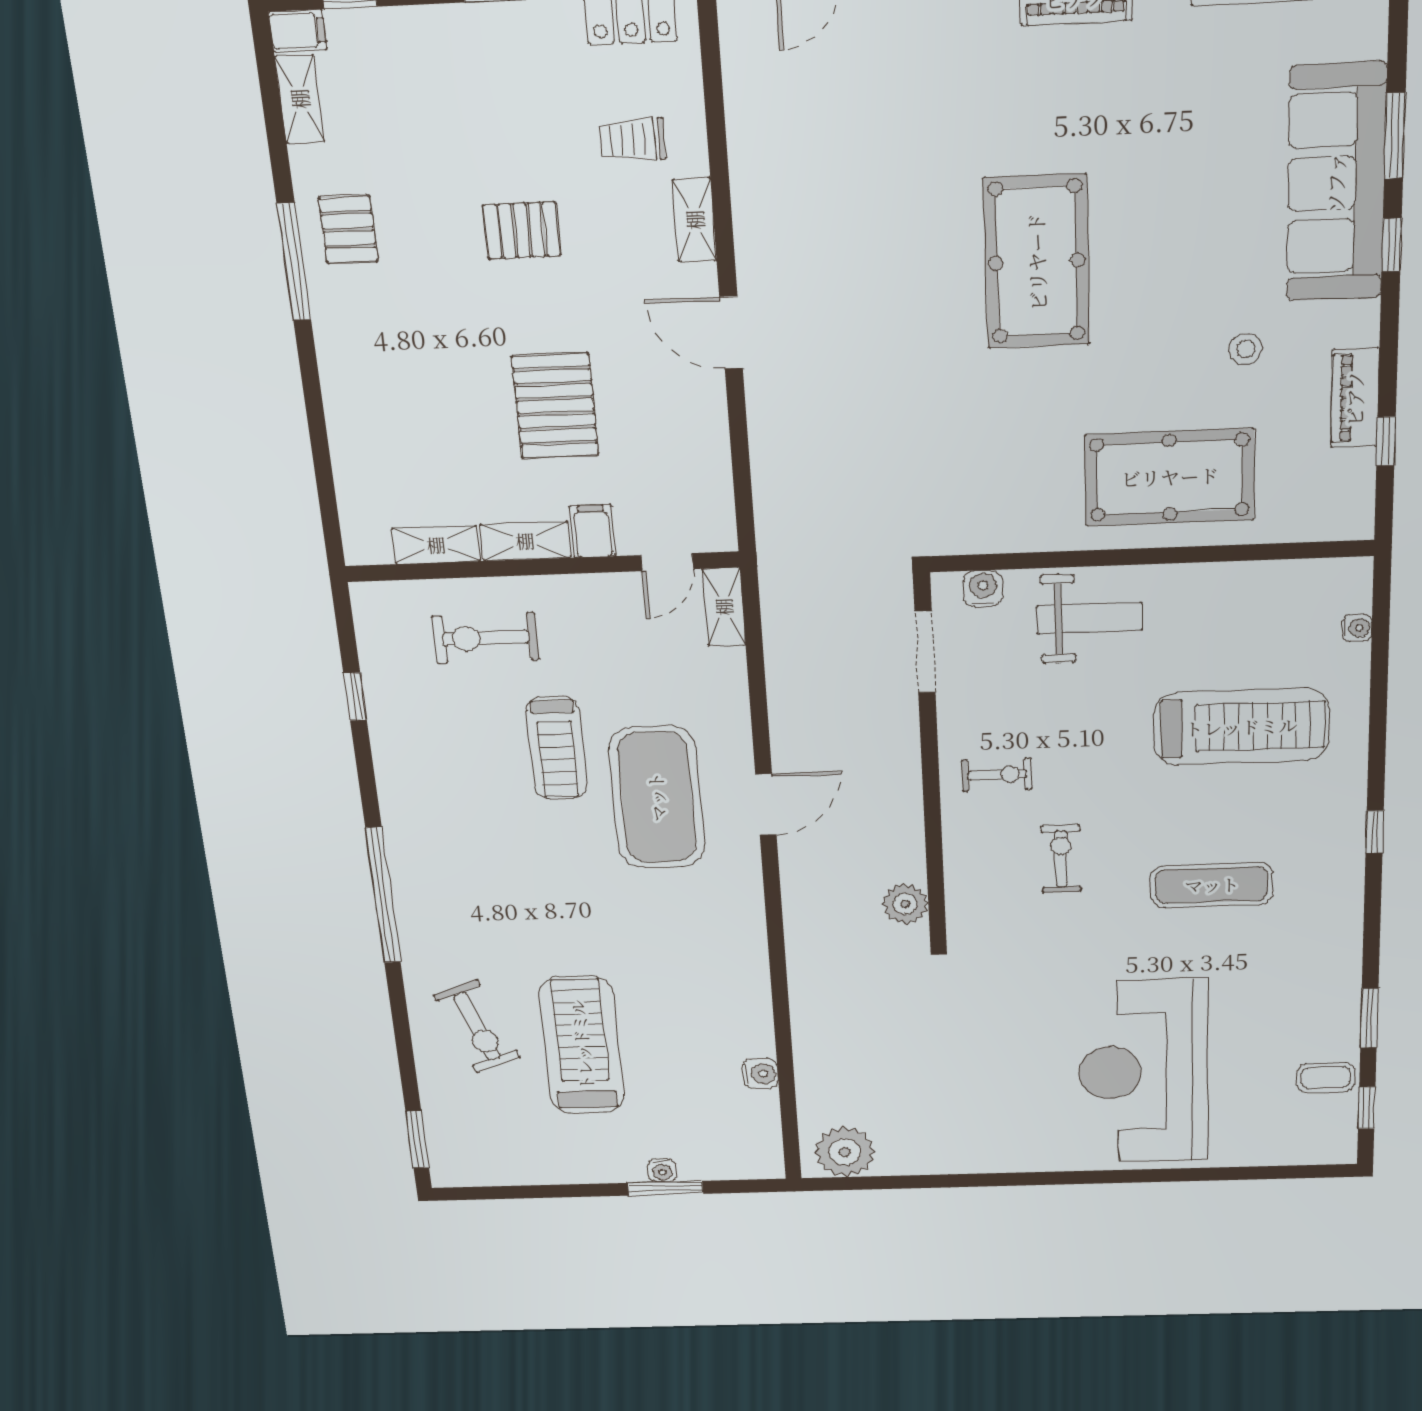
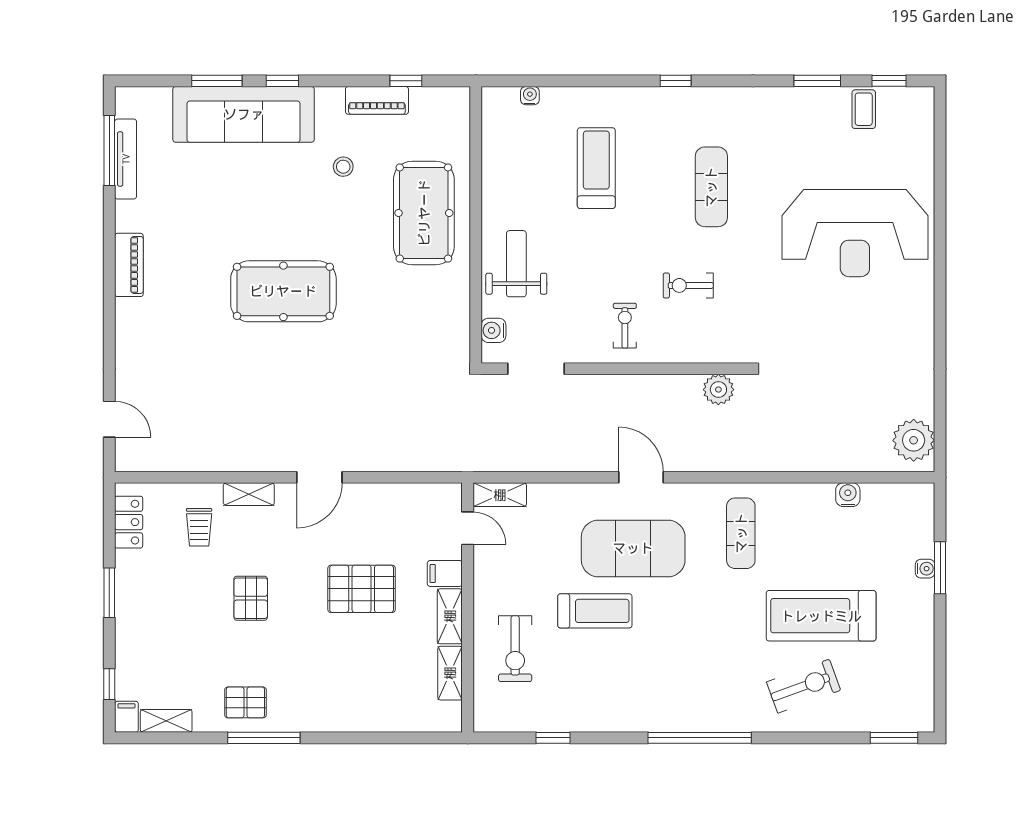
treadmill: (1241, 727) -> (596, 168), width x0.73, depth x0.73
exercise mat: (693, 940) -> (741, 533), added

